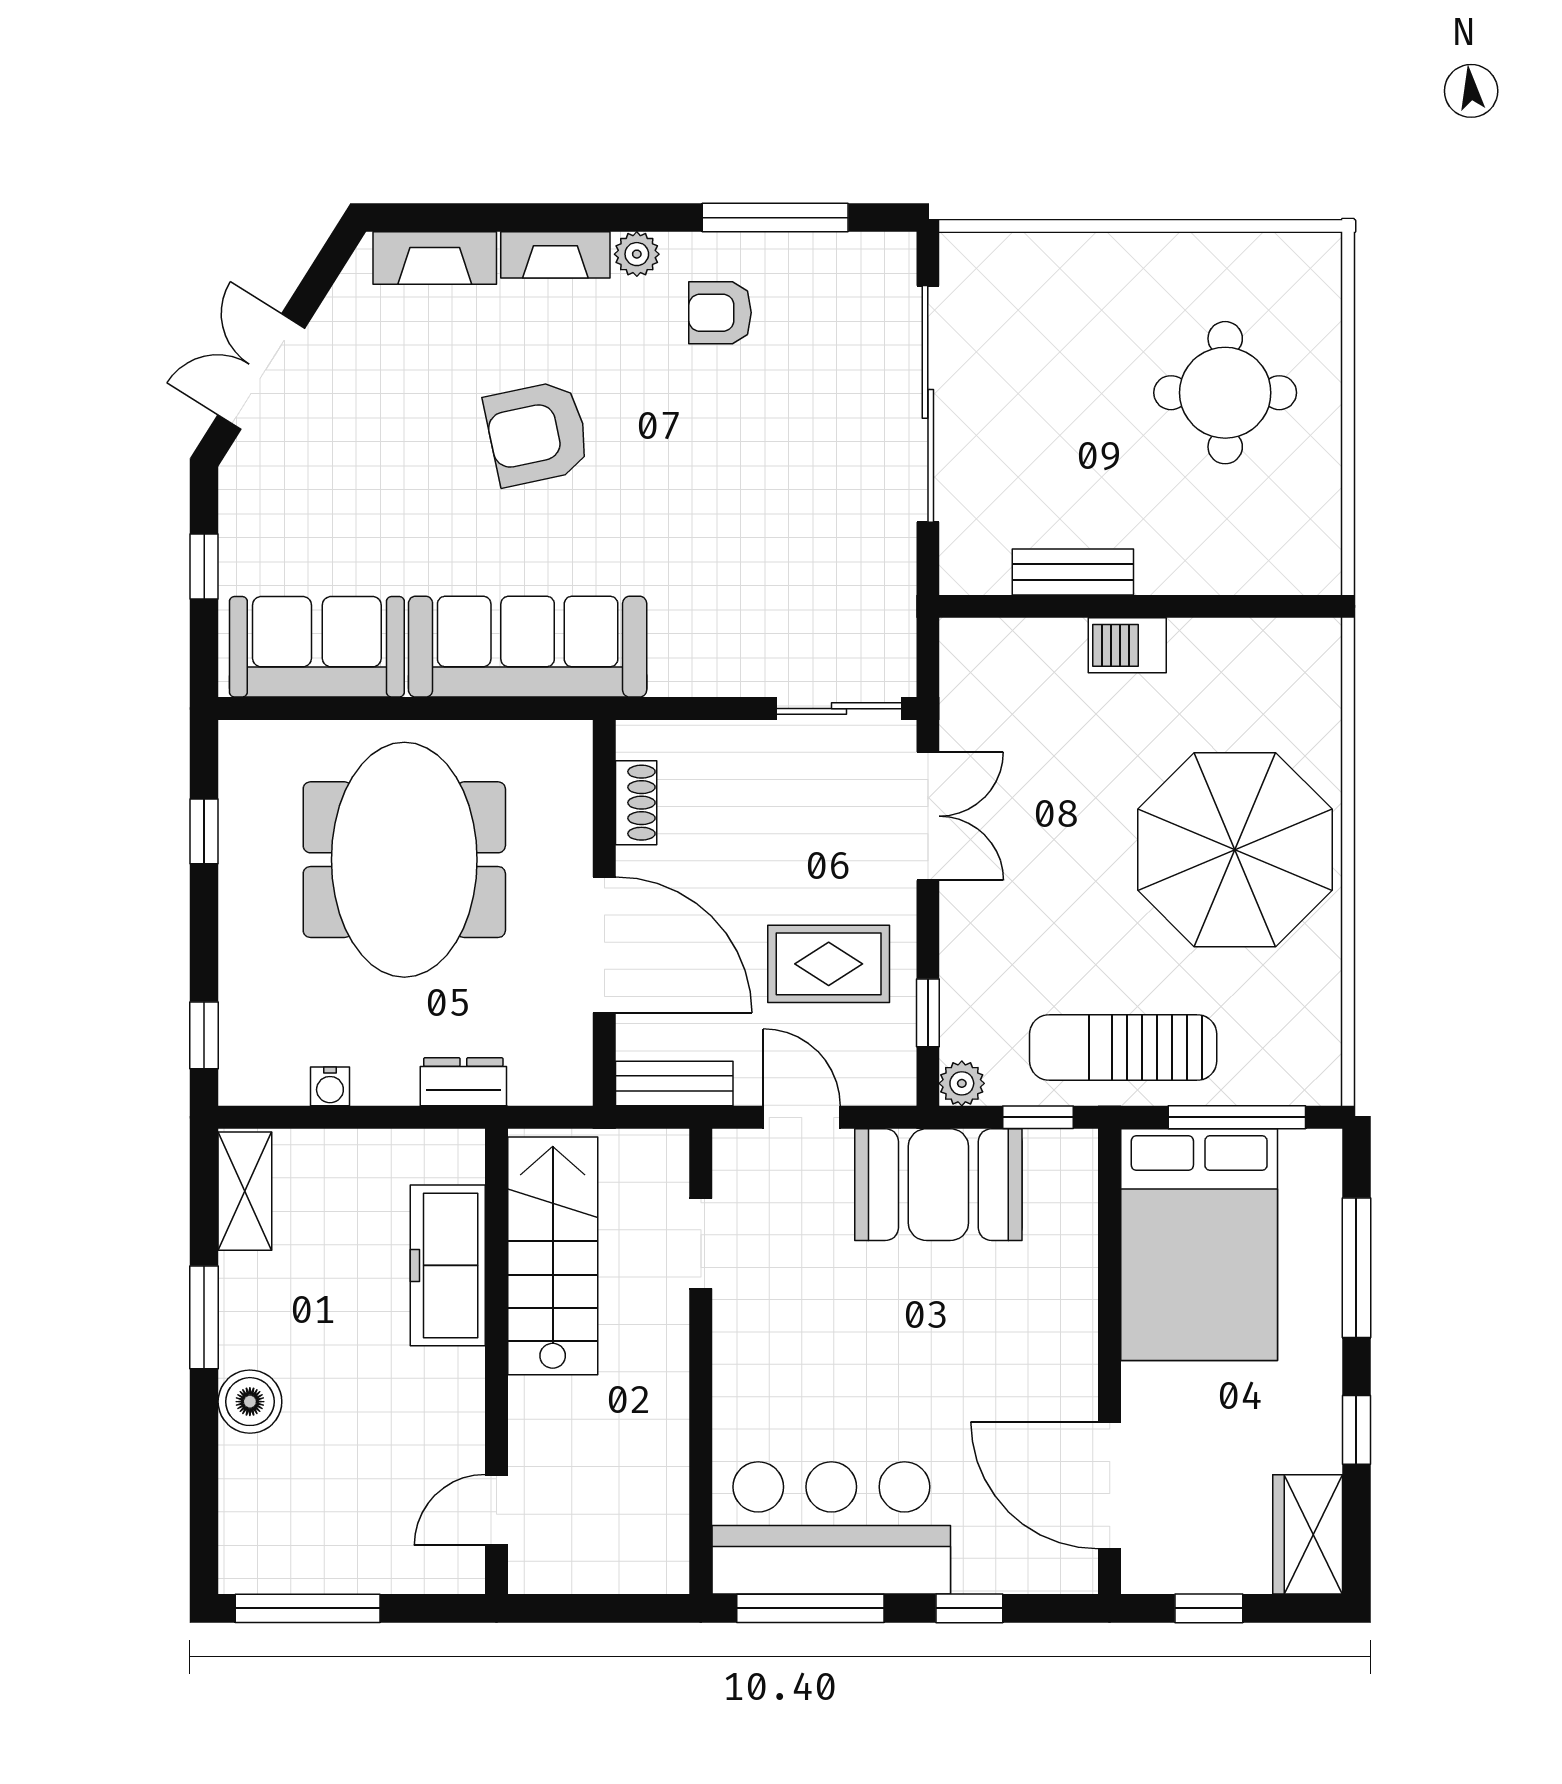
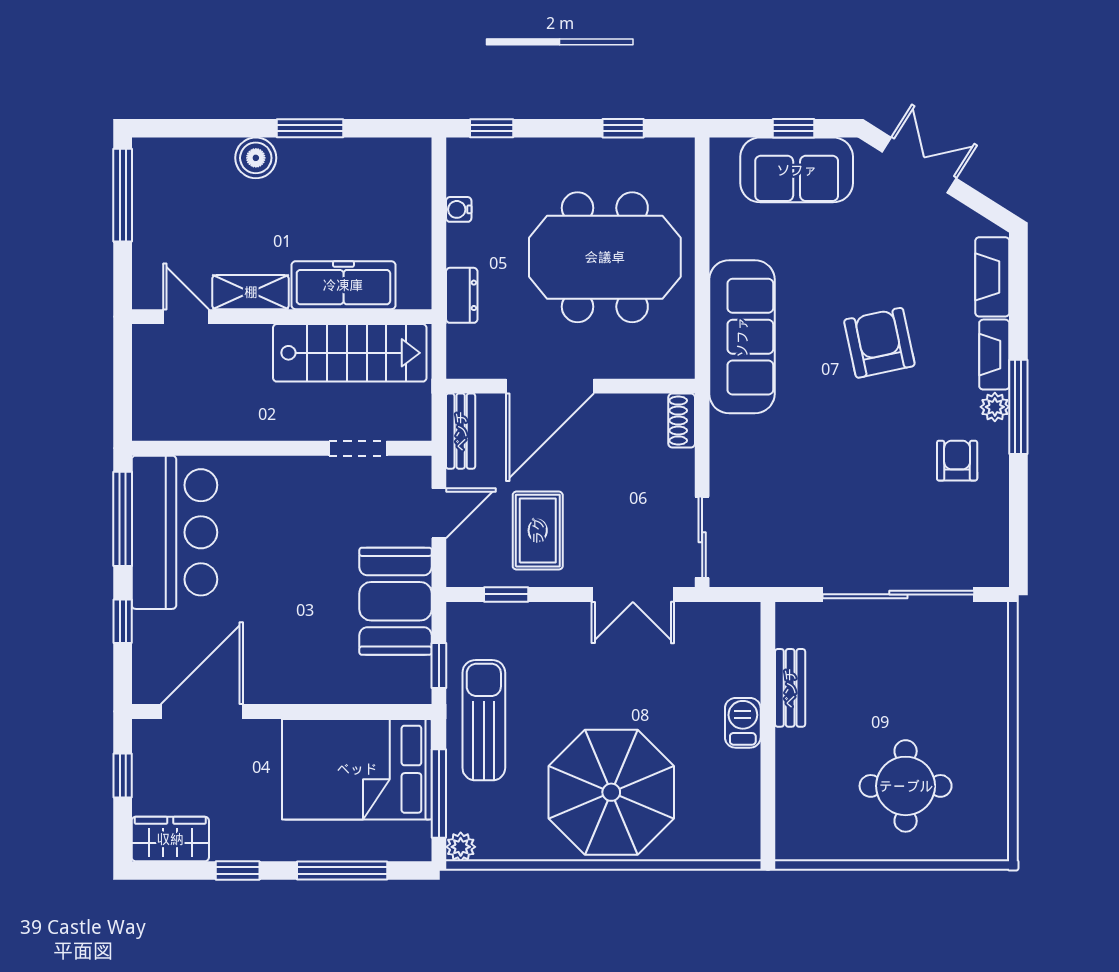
window: (775, 218) -> (1018, 407), moved
sofa: (317, 647) -> (797, 170), moved, turned 90
shoe rack: (636, 803) -> (682, 421), moved, turned 90
plant: (962, 1083) -> (461, 847), moved
shelving: (245, 1191) -> (251, 292), moved

